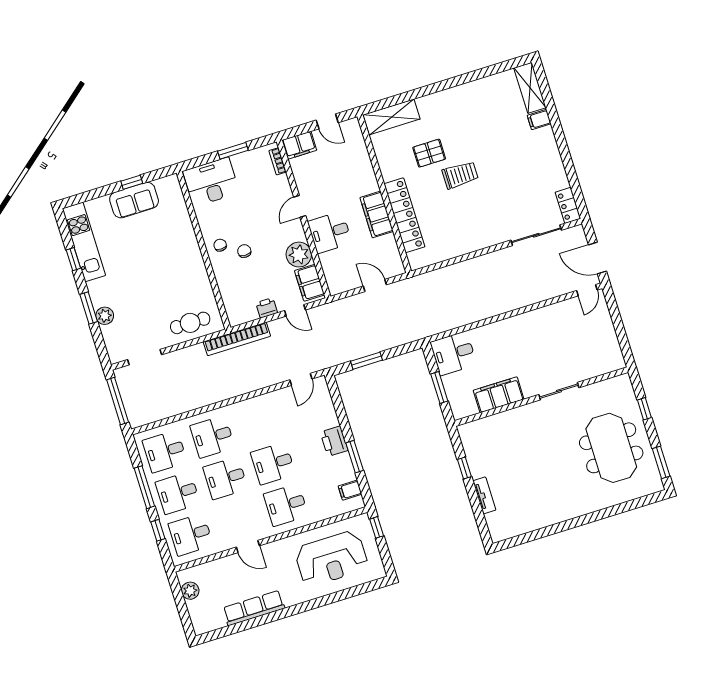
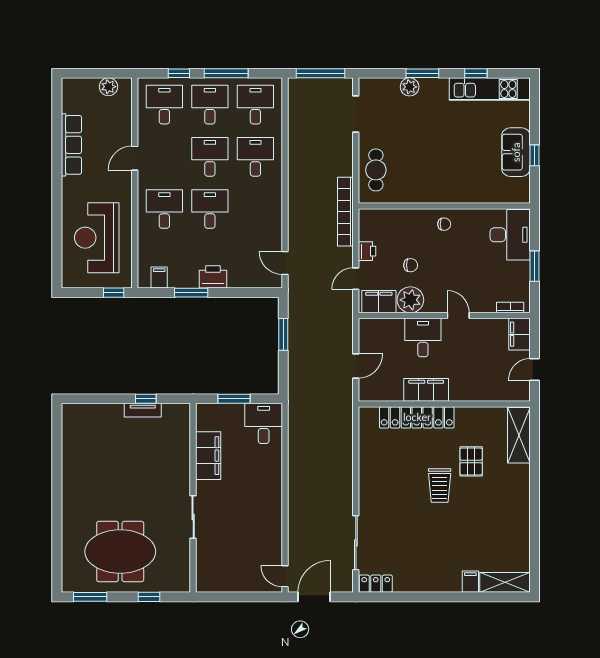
chair: (244, 251) -> (411, 265), moved
tv unit: (484, 495) -> (143, 410), moved

